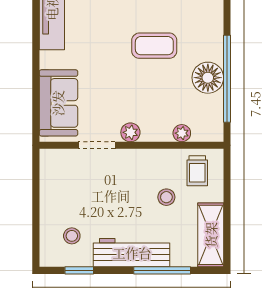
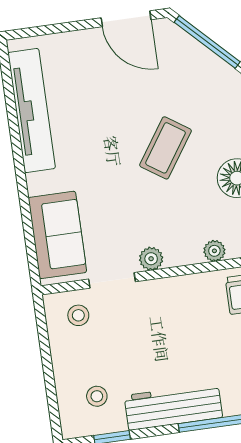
coffee table: (154, 46) -> (165, 148), turned -56
stool: (166, 197) -> (78, 315), moved

